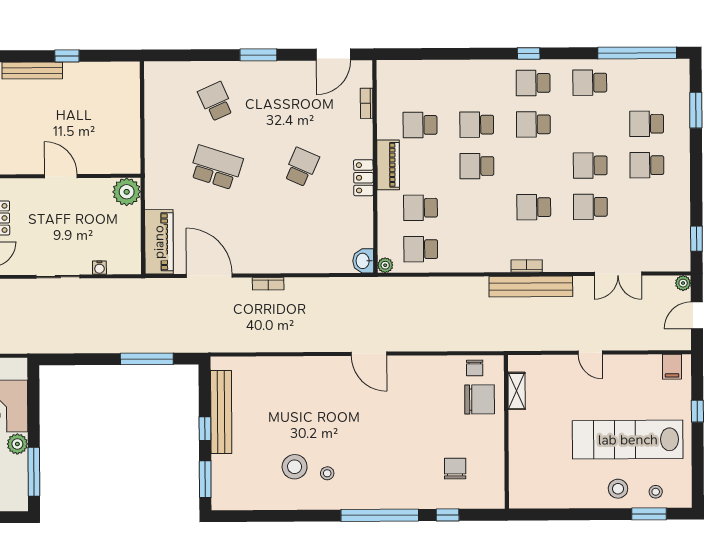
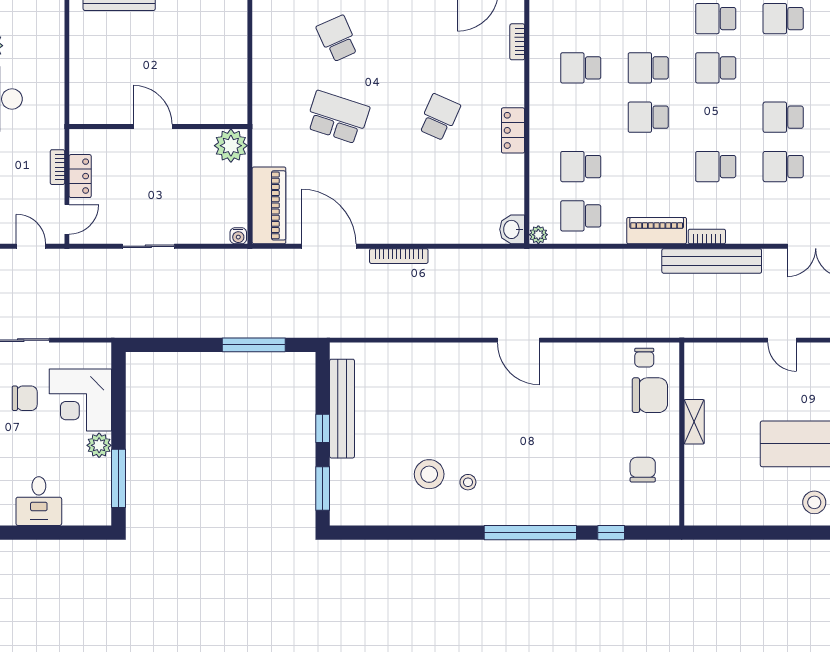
piano: (388, 165) -> (657, 231), moved, turned -90
water cooler: (99, 268) -> (238, 236), moved
bookcase: (268, 284) -> (399, 256), width x1.56
shelving: (517, 391) -> (694, 422), moved
chair: (455, 469) -> (643, 470), moved

